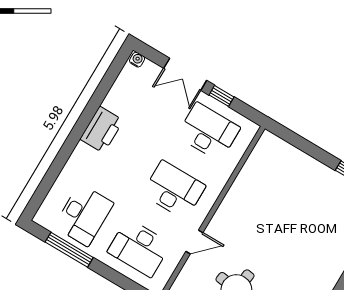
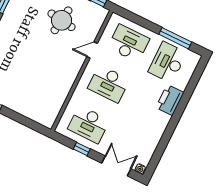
double door: (185, 74) -> (116, 166), moved
printer: (102, 130) -> (170, 100), moved

